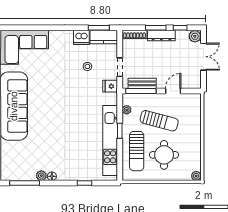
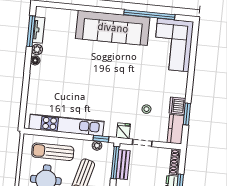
window: (99, 28) -> (187, 114), moved
window: (120, 131) -> (101, 139), moved
tv unit: (23, 176) -> (39, 30), added
window: (85, 183) -> (25, 94), removed

